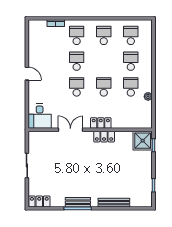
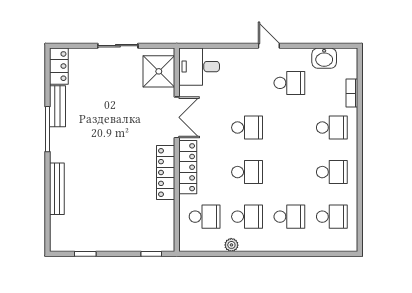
washbasin: (34, 40) -> (324, 58), added
school desk: (77, 61) -> (289, 83), moved
door: (27, 74) -> (269, 46), swing flipped
school desk: (131, 113) -> (205, 217), added
locker: (101, 123) -> (188, 167), width x1.53
locker: (104, 137) -> (166, 173), width x1.53
shower: (143, 141) -> (159, 71), moved
bench: (78, 202) -> (57, 106), moved

